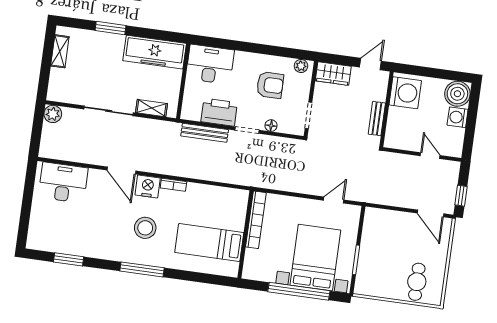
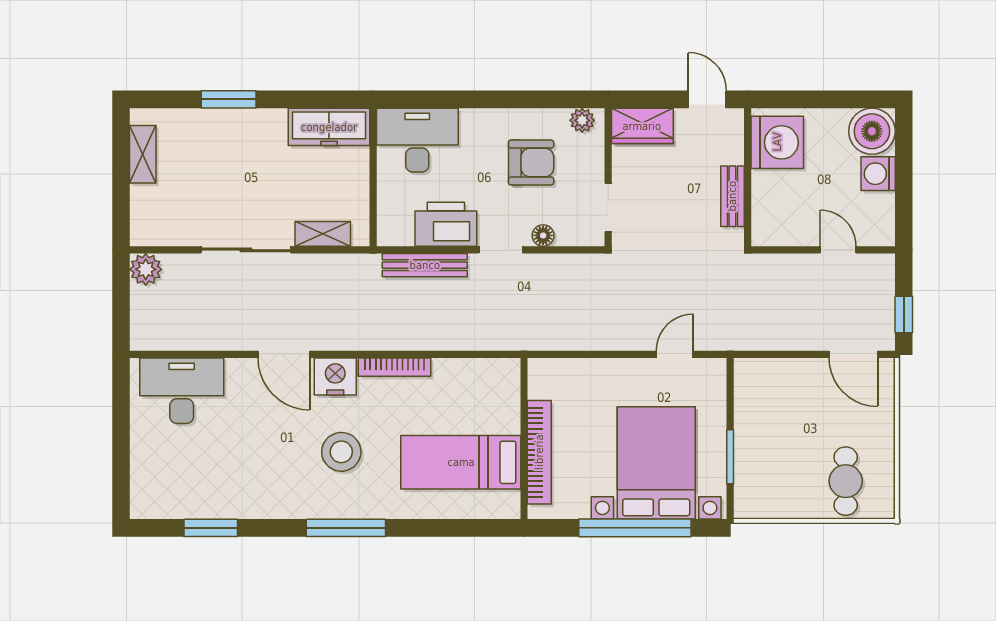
freezer: (155, 52) -> (329, 127), width x0.73, depth x0.79
door: (370, 64) -> (707, 99), hinge flipped
bookcase: (173, 185) -> (394, 367), width x1.56
bookcase: (256, 220) -> (539, 452), moved

